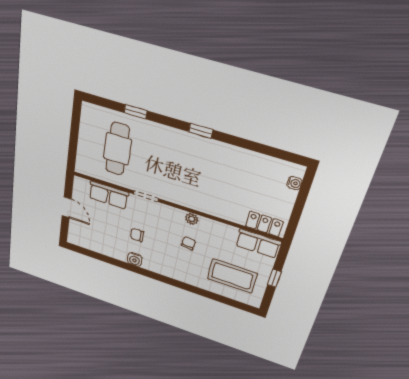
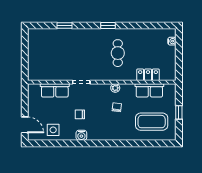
cafe table: (117, 149) -> (118, 53), moved, width x0.73, depth x0.74
door: (67, 207) -> (25, 125), moved
locker: (264, 224) -> (148, 75), moved
side table: (100, 241) -> (53, 130), added
row of seats: (258, 243) -> (149, 90), moved

